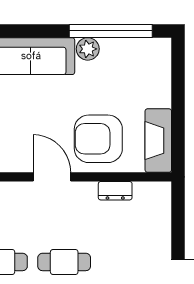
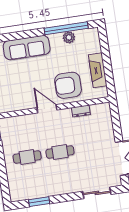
plant: (88, 49) -> (69, 37), moved
fireplace: (158, 141) -> (98, 70), moved

